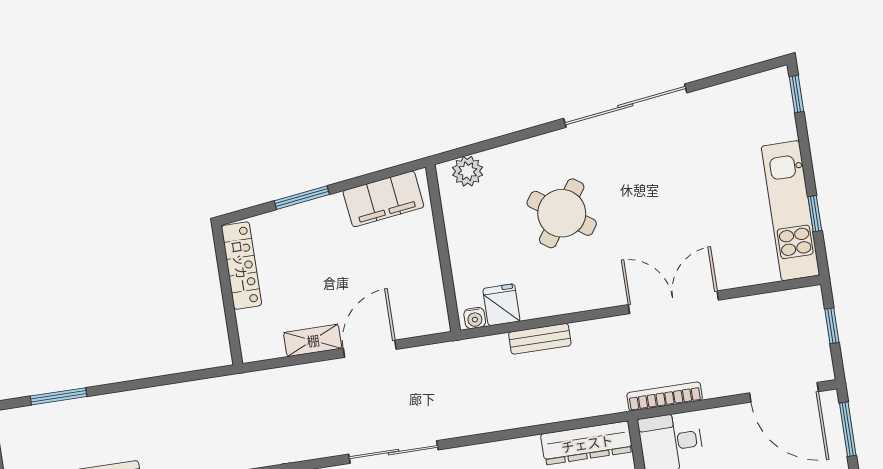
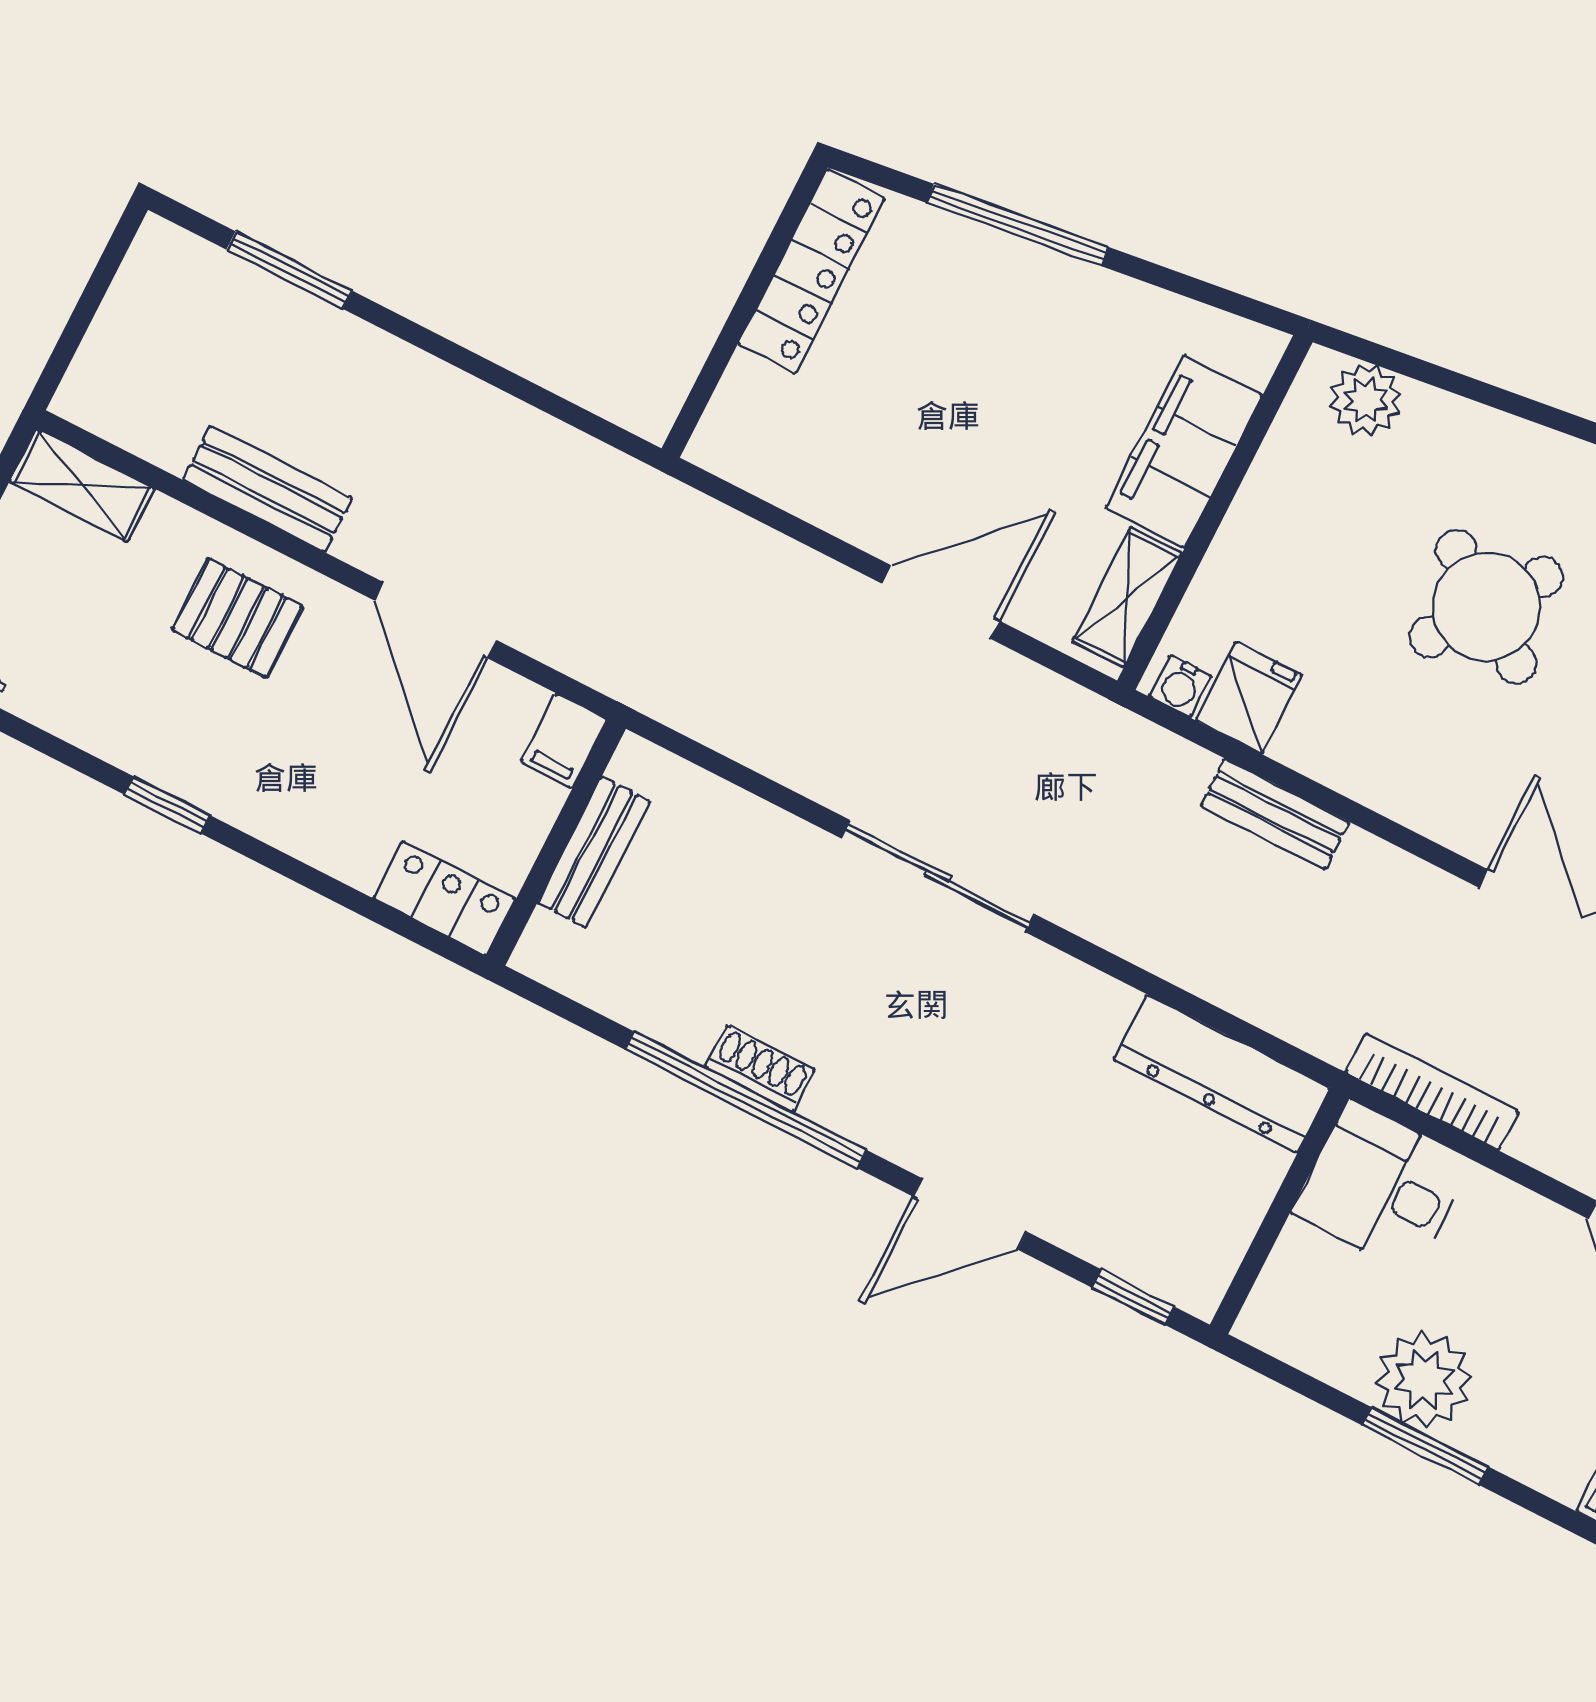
window: (302, 198) -> (1017, 225), width x1.44
filing cabinet: (383, 199) -> (1184, 451), moved, turned 97
shelving: (313, 340) -> (1127, 597), moved, turned 90
sliding door: (393, 452) -> (938, 876), moved

